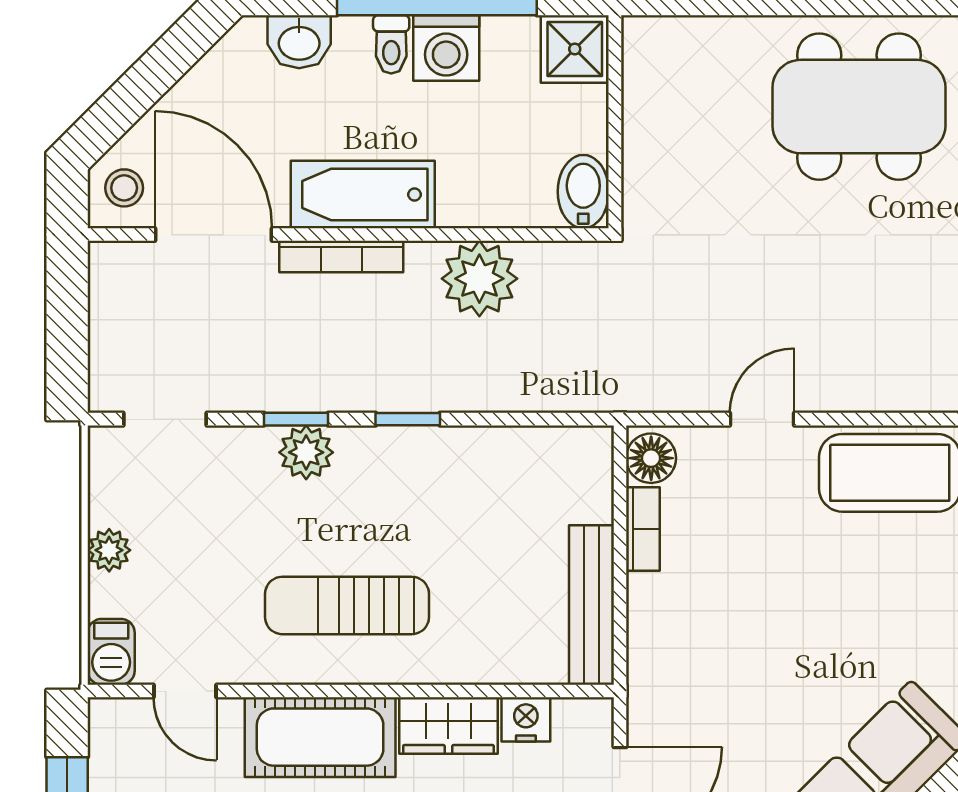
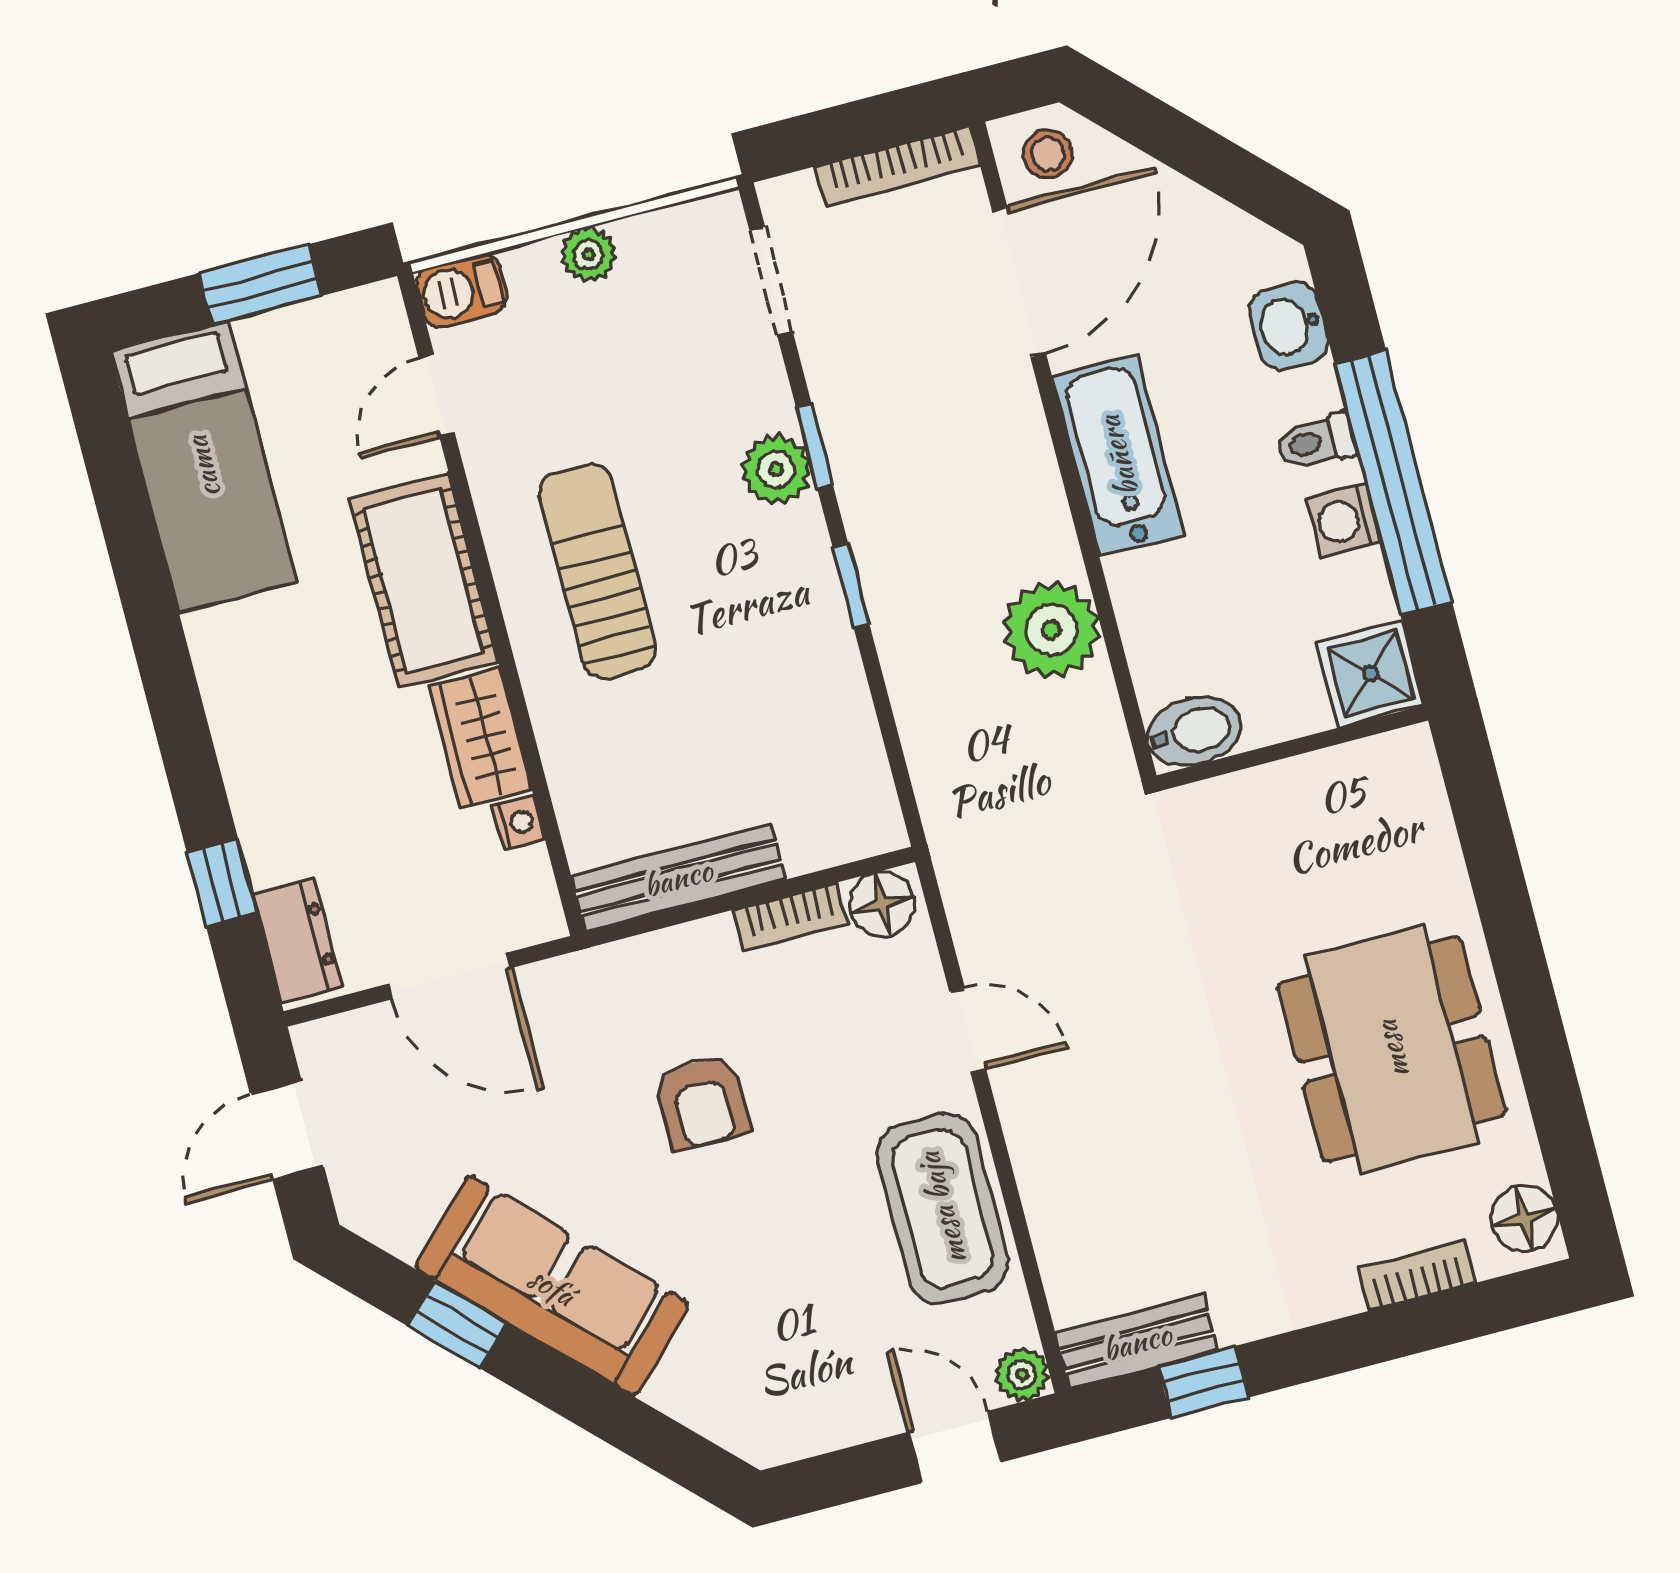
washing machine: (446, 48) -> (1344, 520), width x0.73, depth x0.73
bookcase: (341, 257) -> (897, 166), moved, turned -90
armchair: (764, 631) -> (702, 1102), added
nightstand: (526, 719) -> (518, 823), width x0.72, depth x0.74

